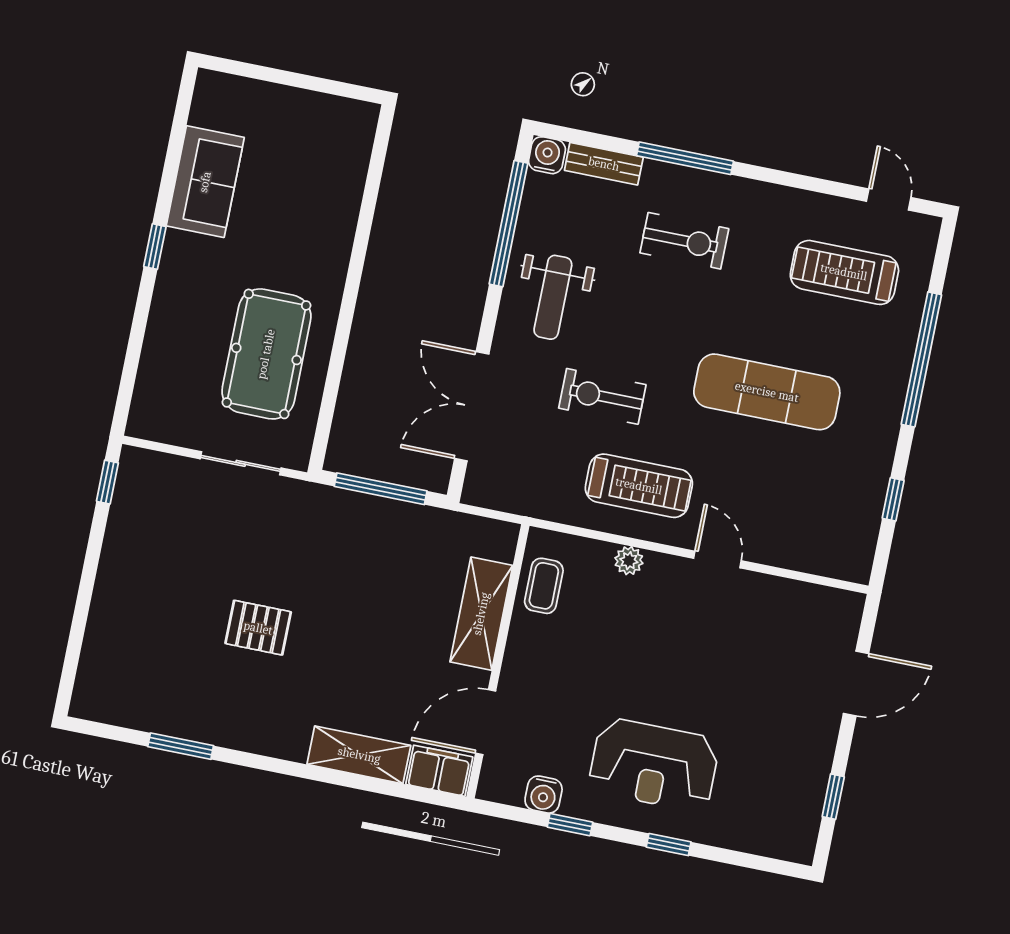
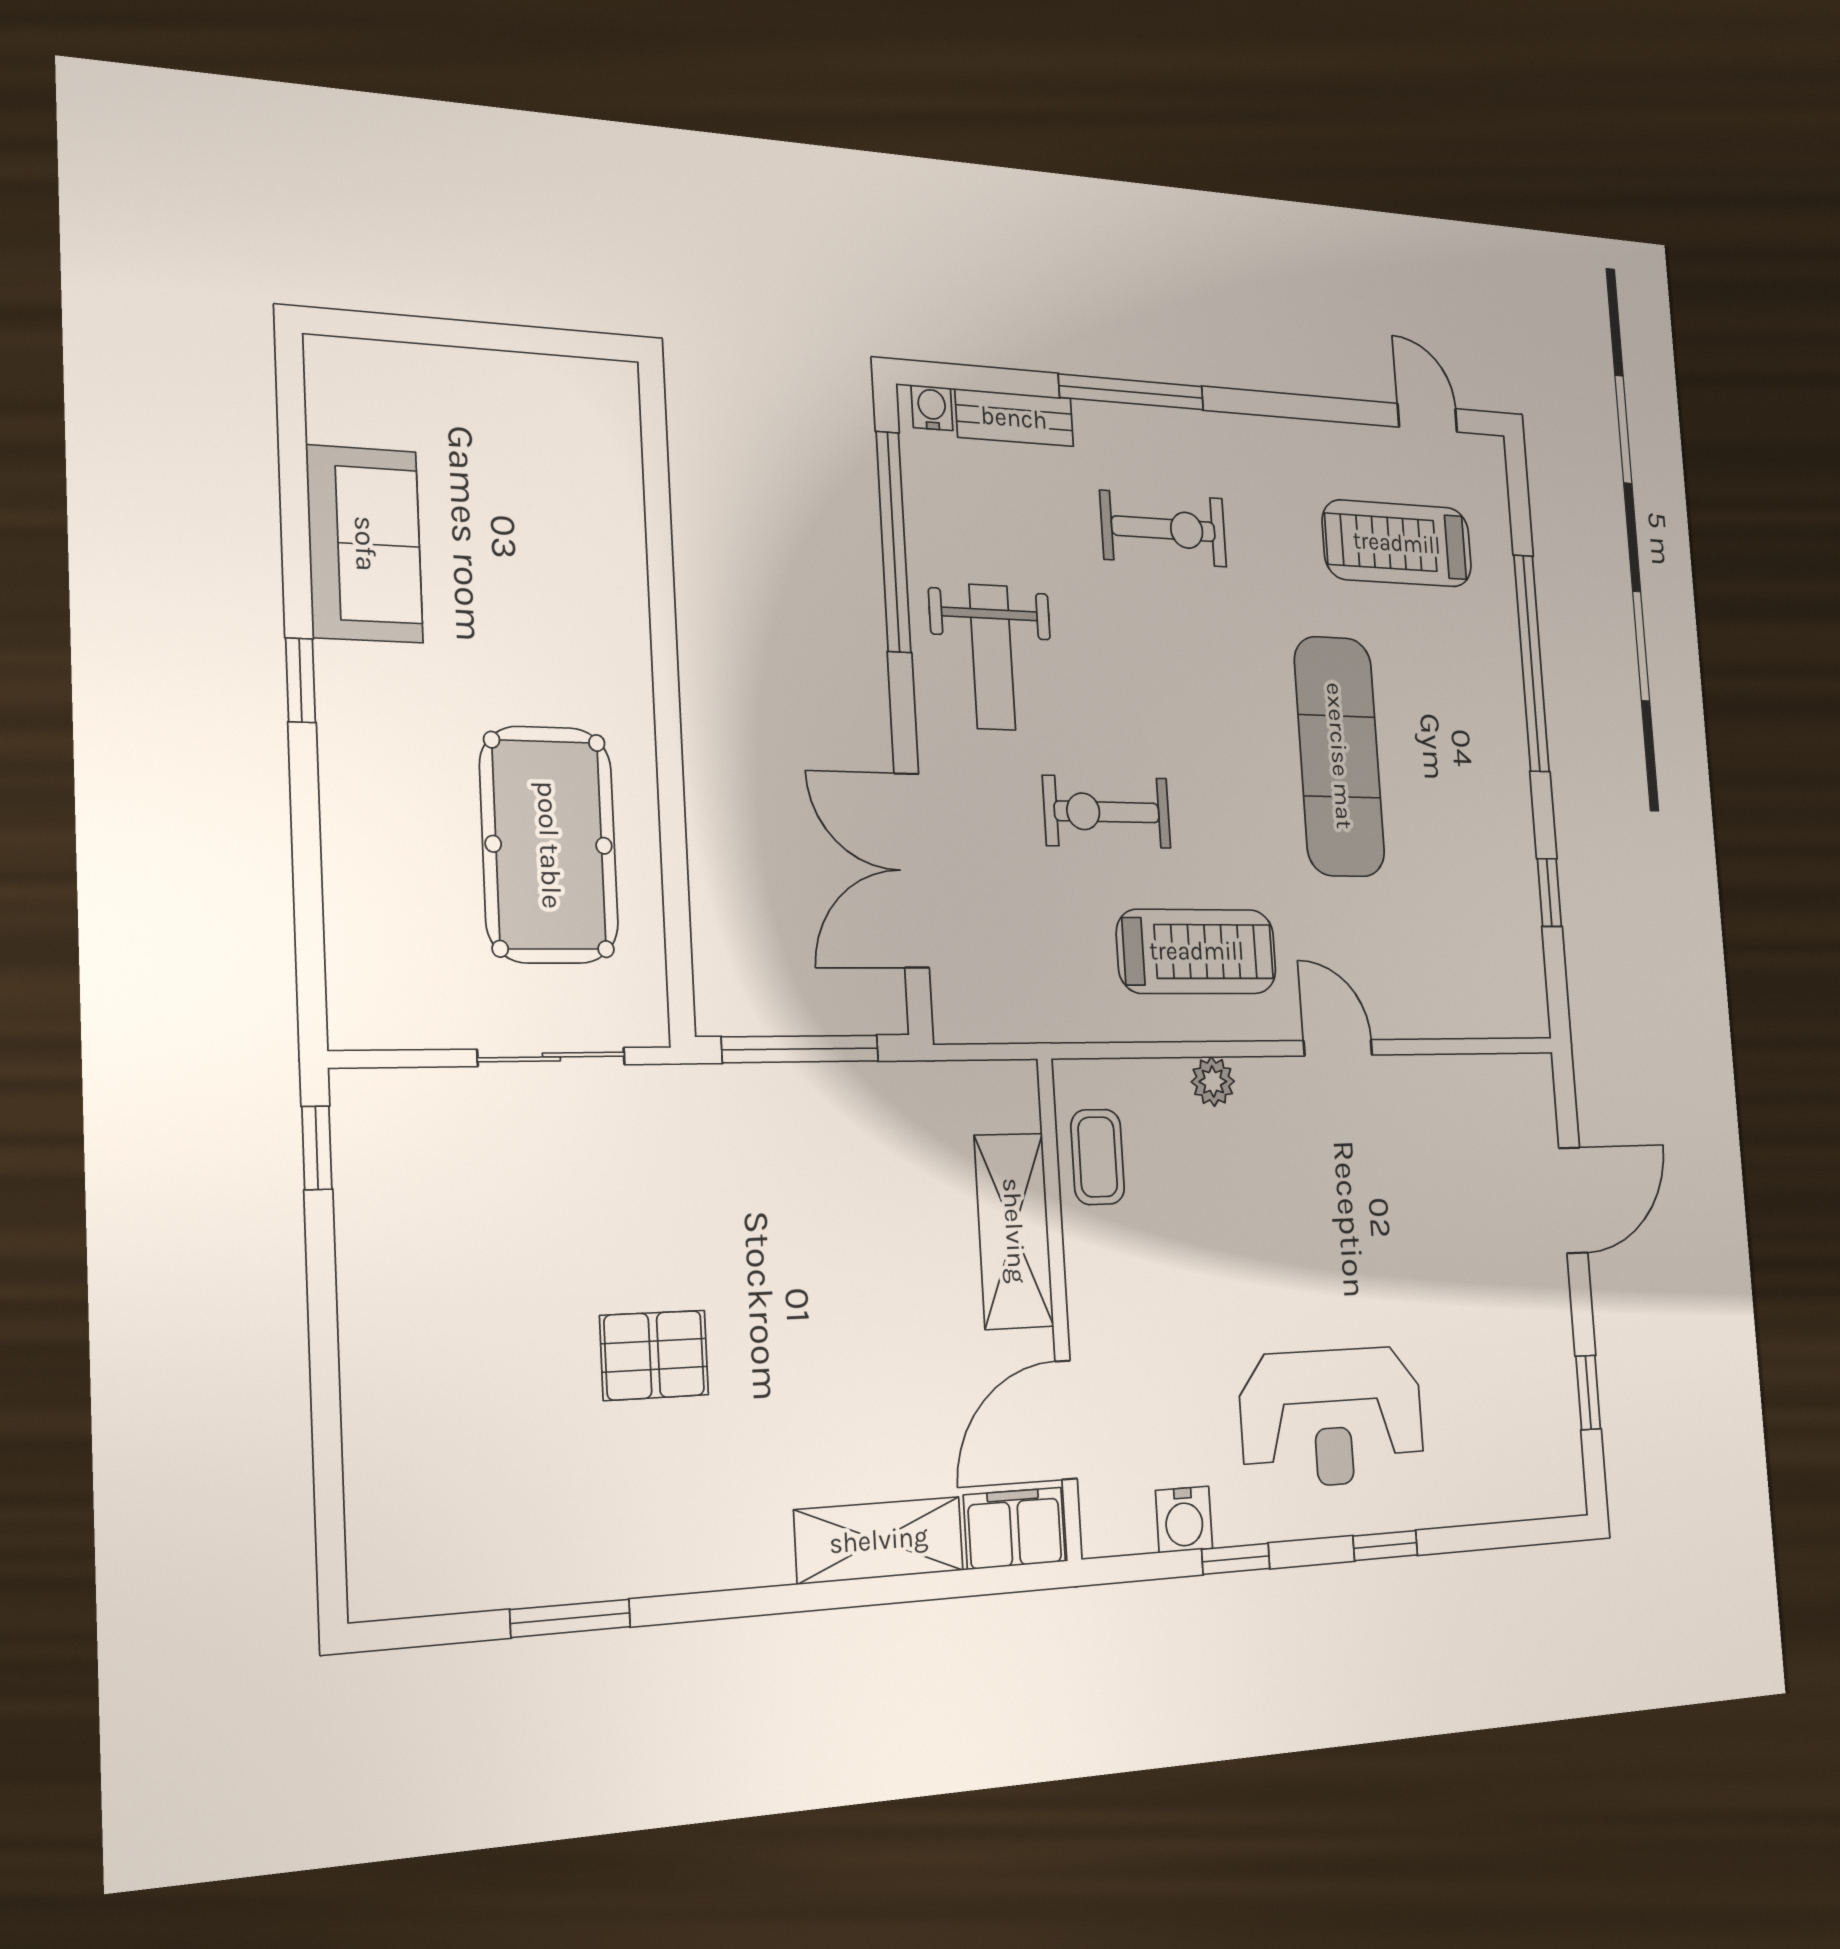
water cooler: (547, 155) -> (932, 408), width x0.72, depth x0.72
exercise mat: (767, 392) -> (1339, 756), turned 90

